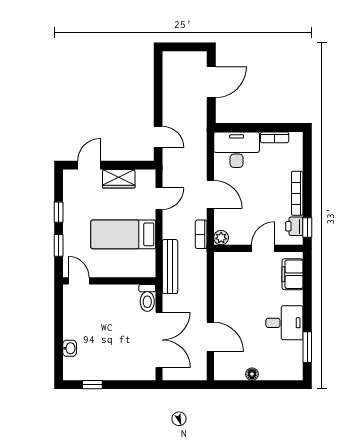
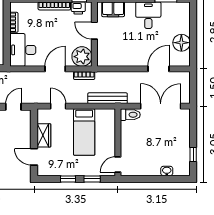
plant: (221, 238) -> (82, 57), width x1.87, depth x1.87
floor lamp: (252, 374) -> (181, 43), width x1.89, depth x1.89

